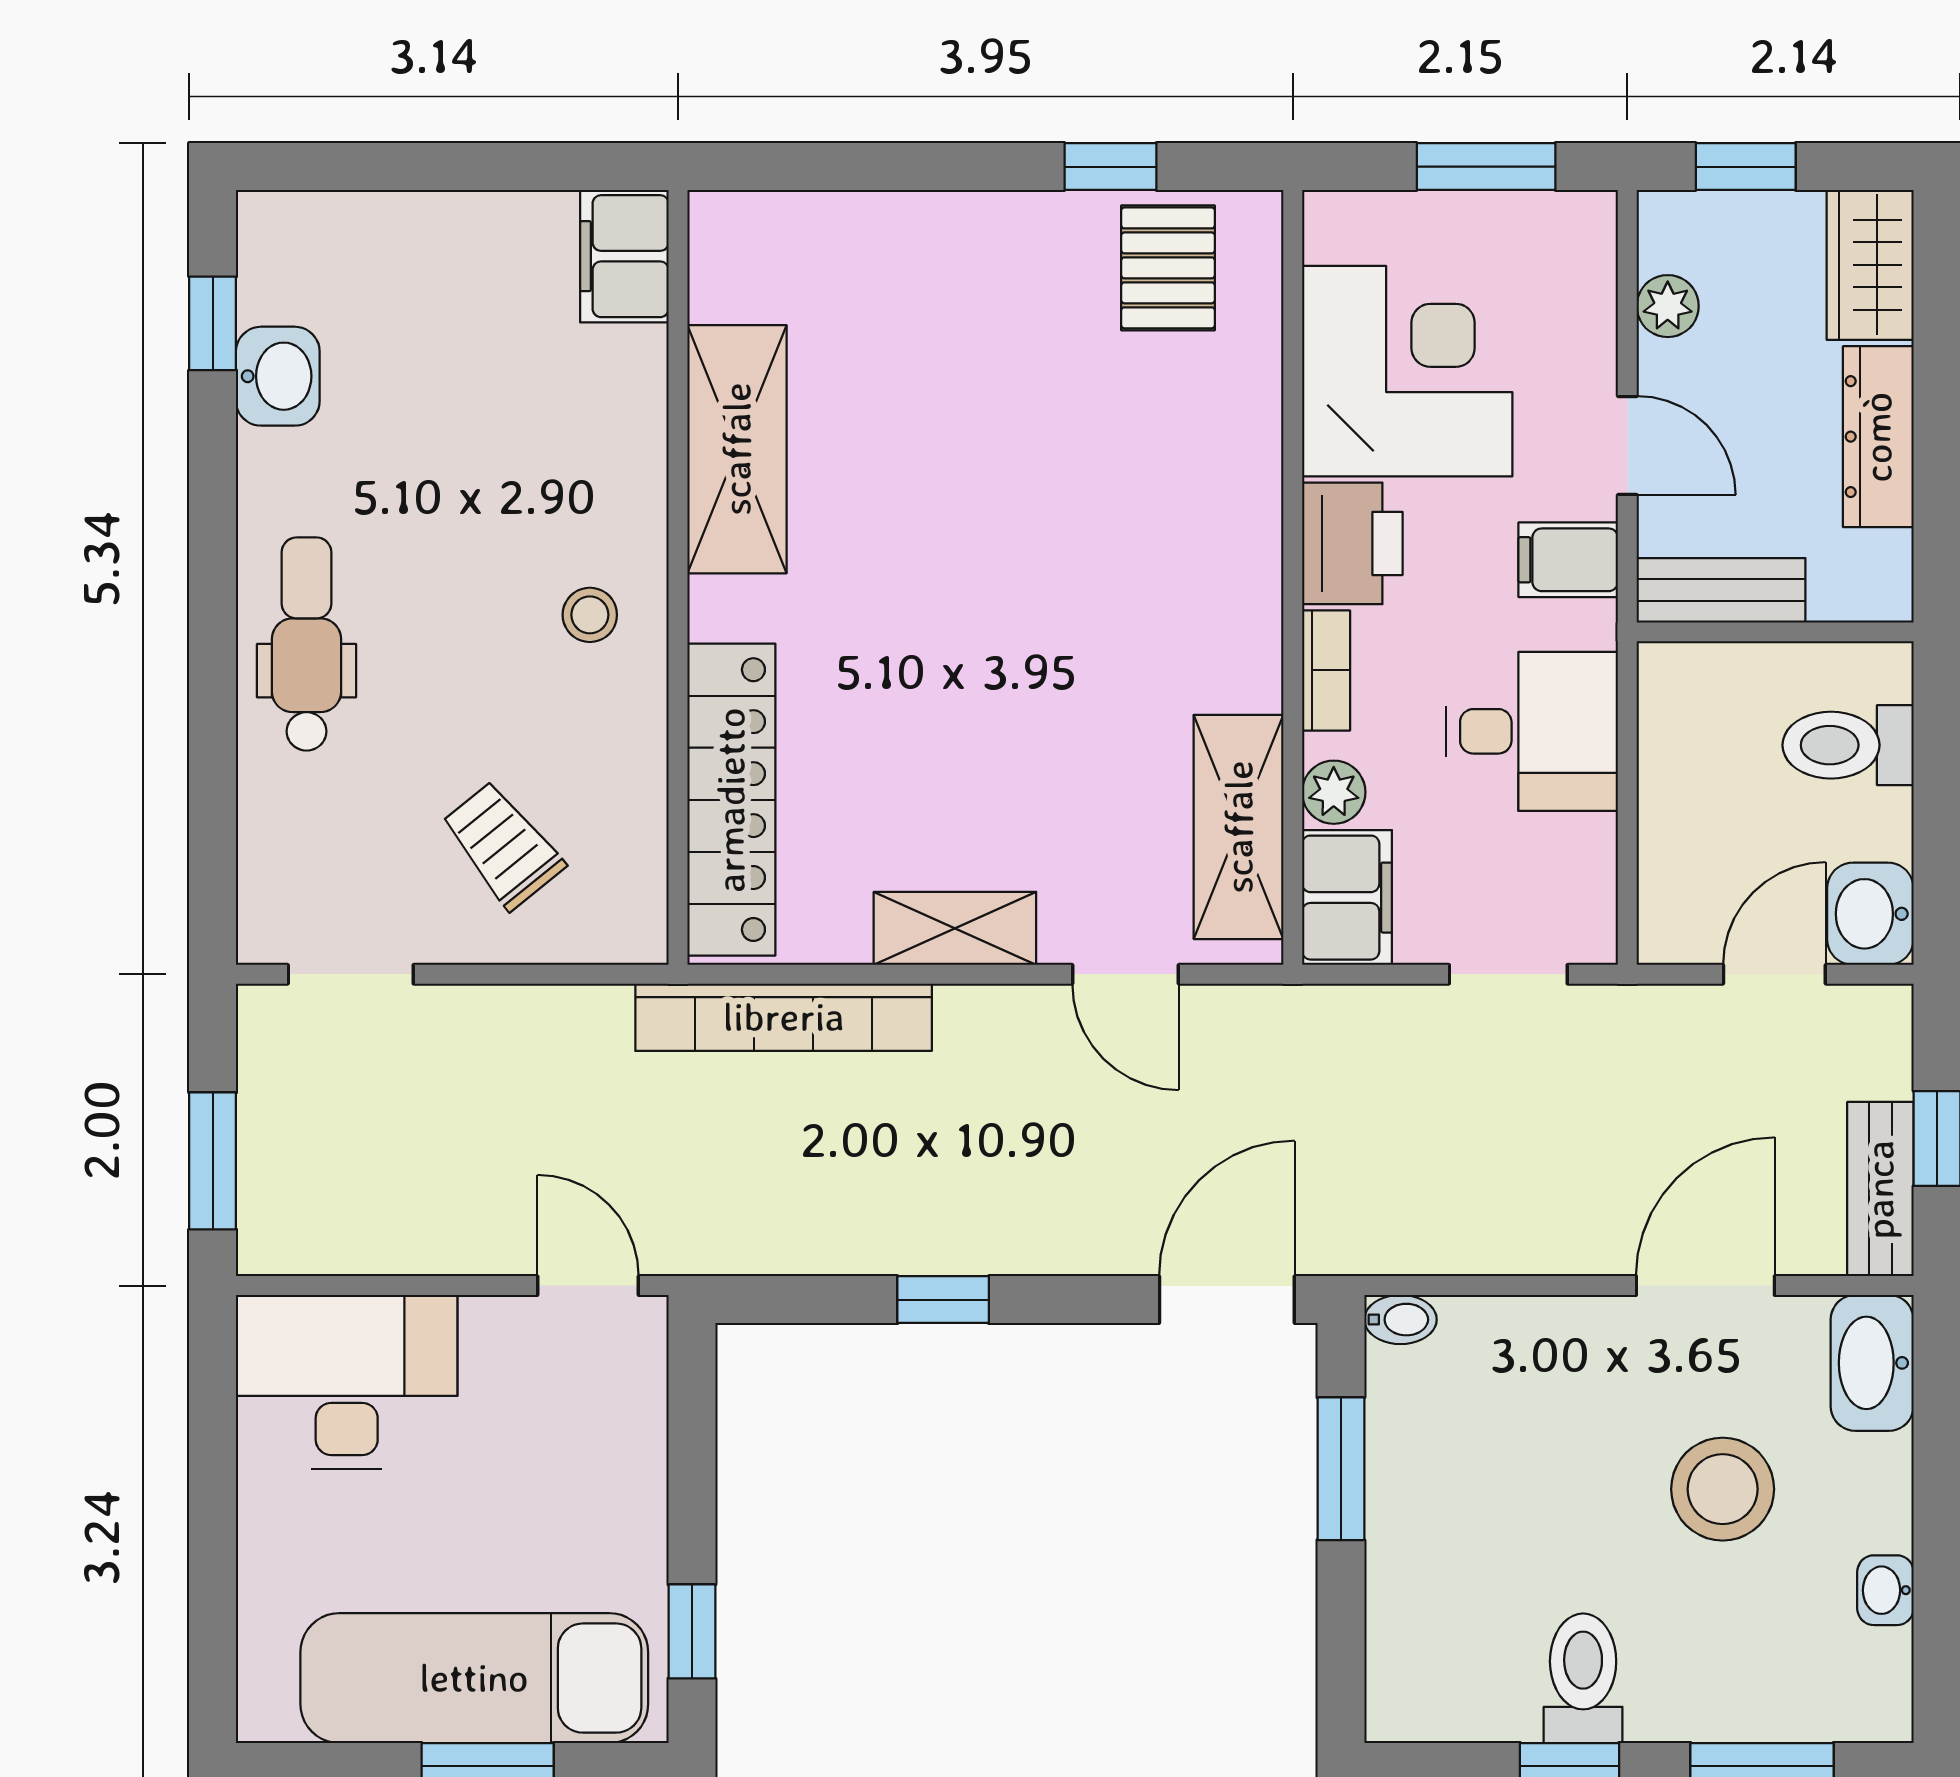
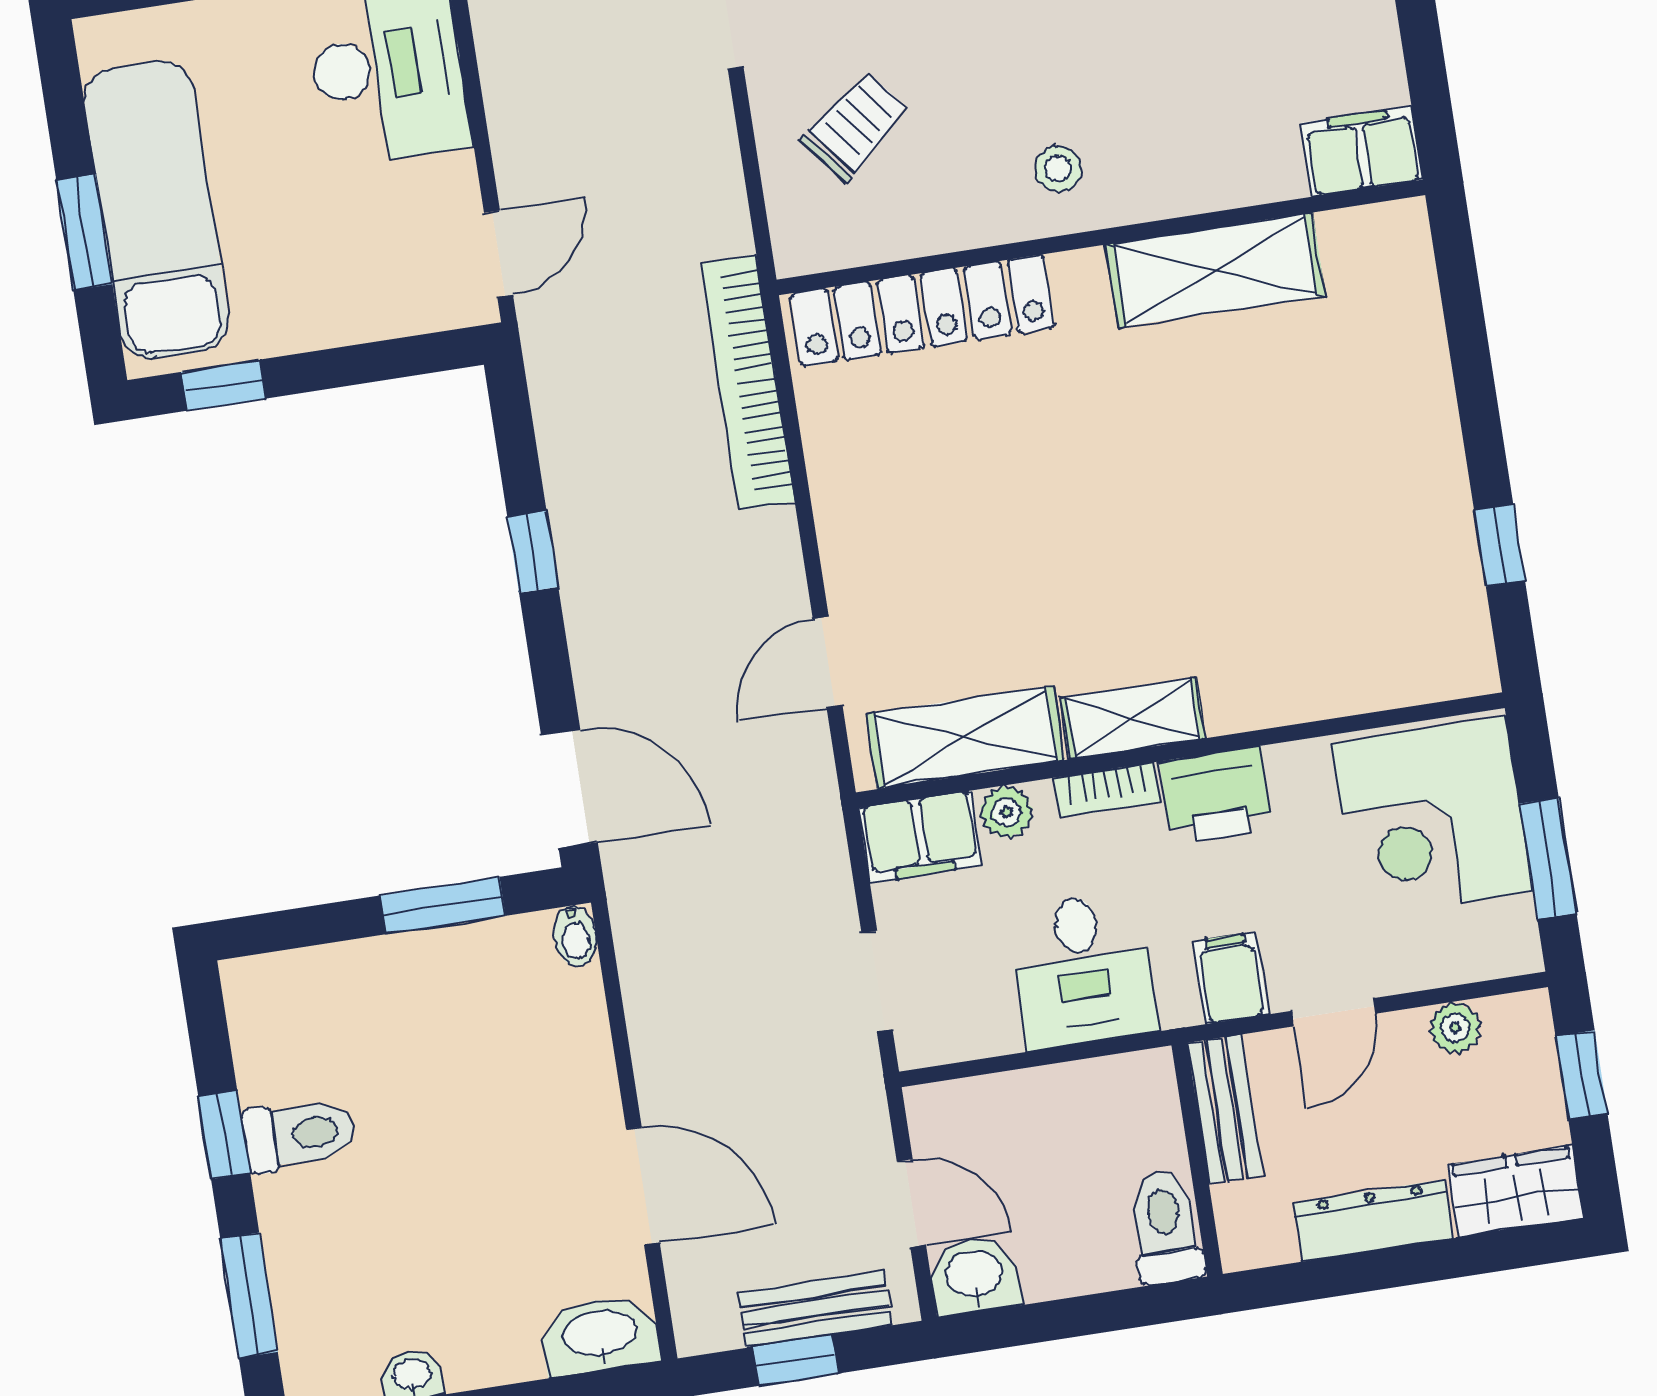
pallet: (1168, 268) -> (1422, 606), removed
corner desk: (1407, 371) -> (1432, 817), moved, turned 90
toilet: (1848, 745) -> (1165, 1227), moved
shelving: (955, 928) -> (1133, 718), moved, turned 90
bench: (1880, 1189) -> (815, 1309), moved
stool: (1723, 1489) -> (475, 1227), removed

